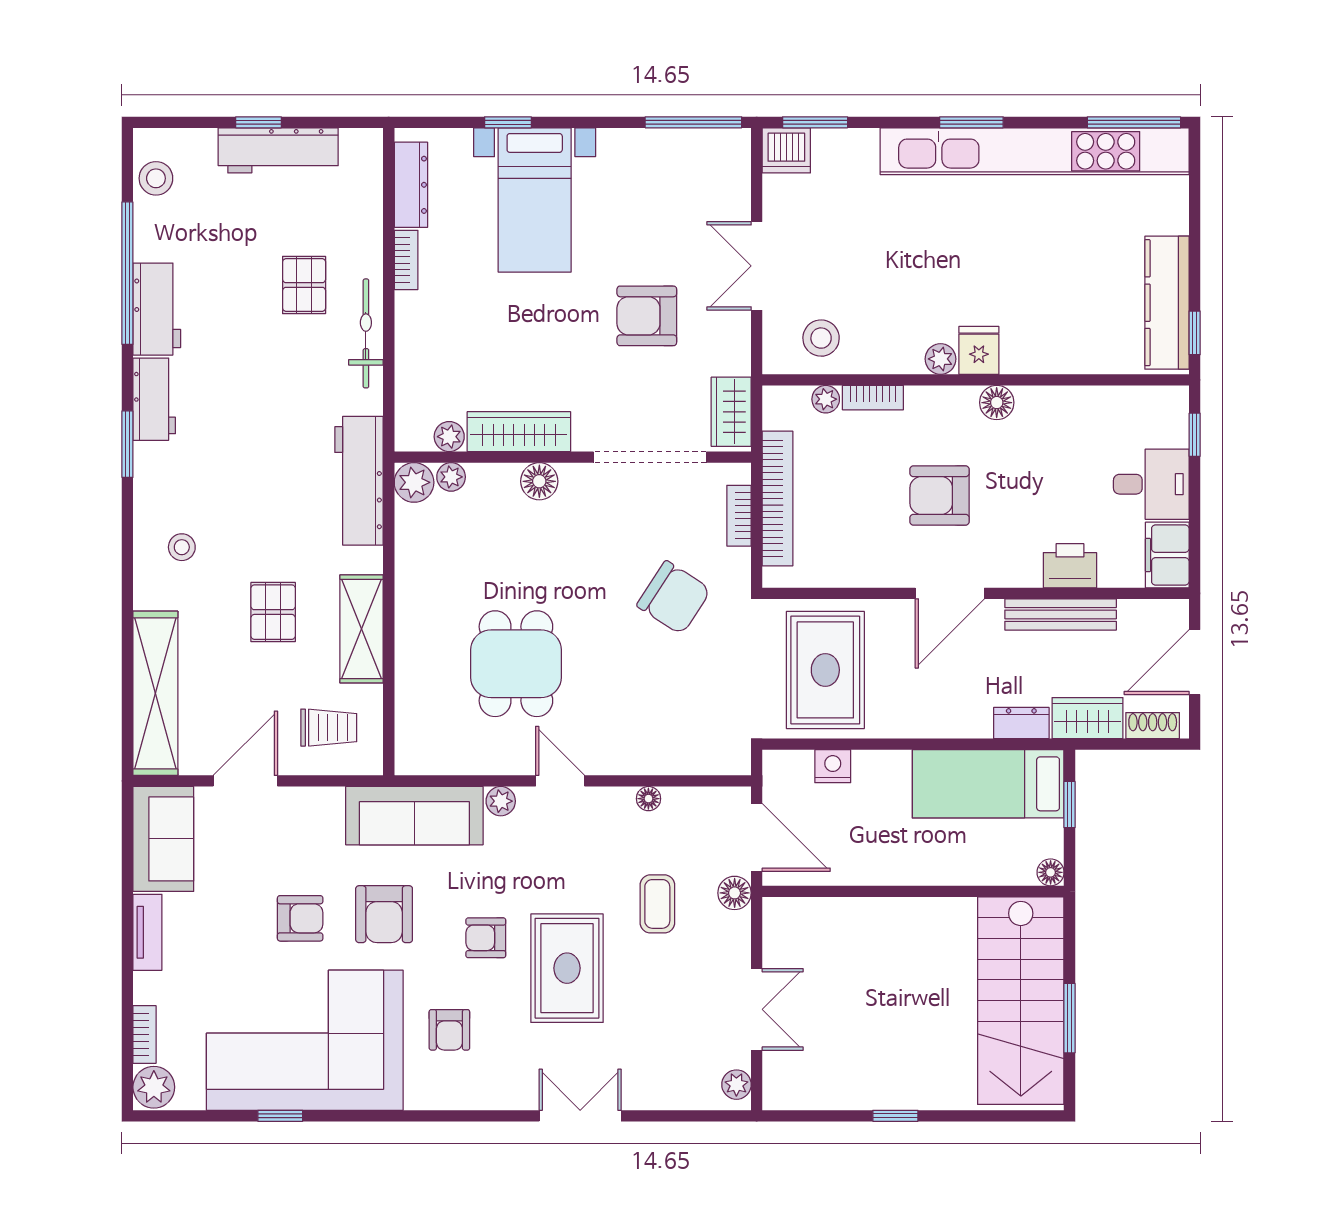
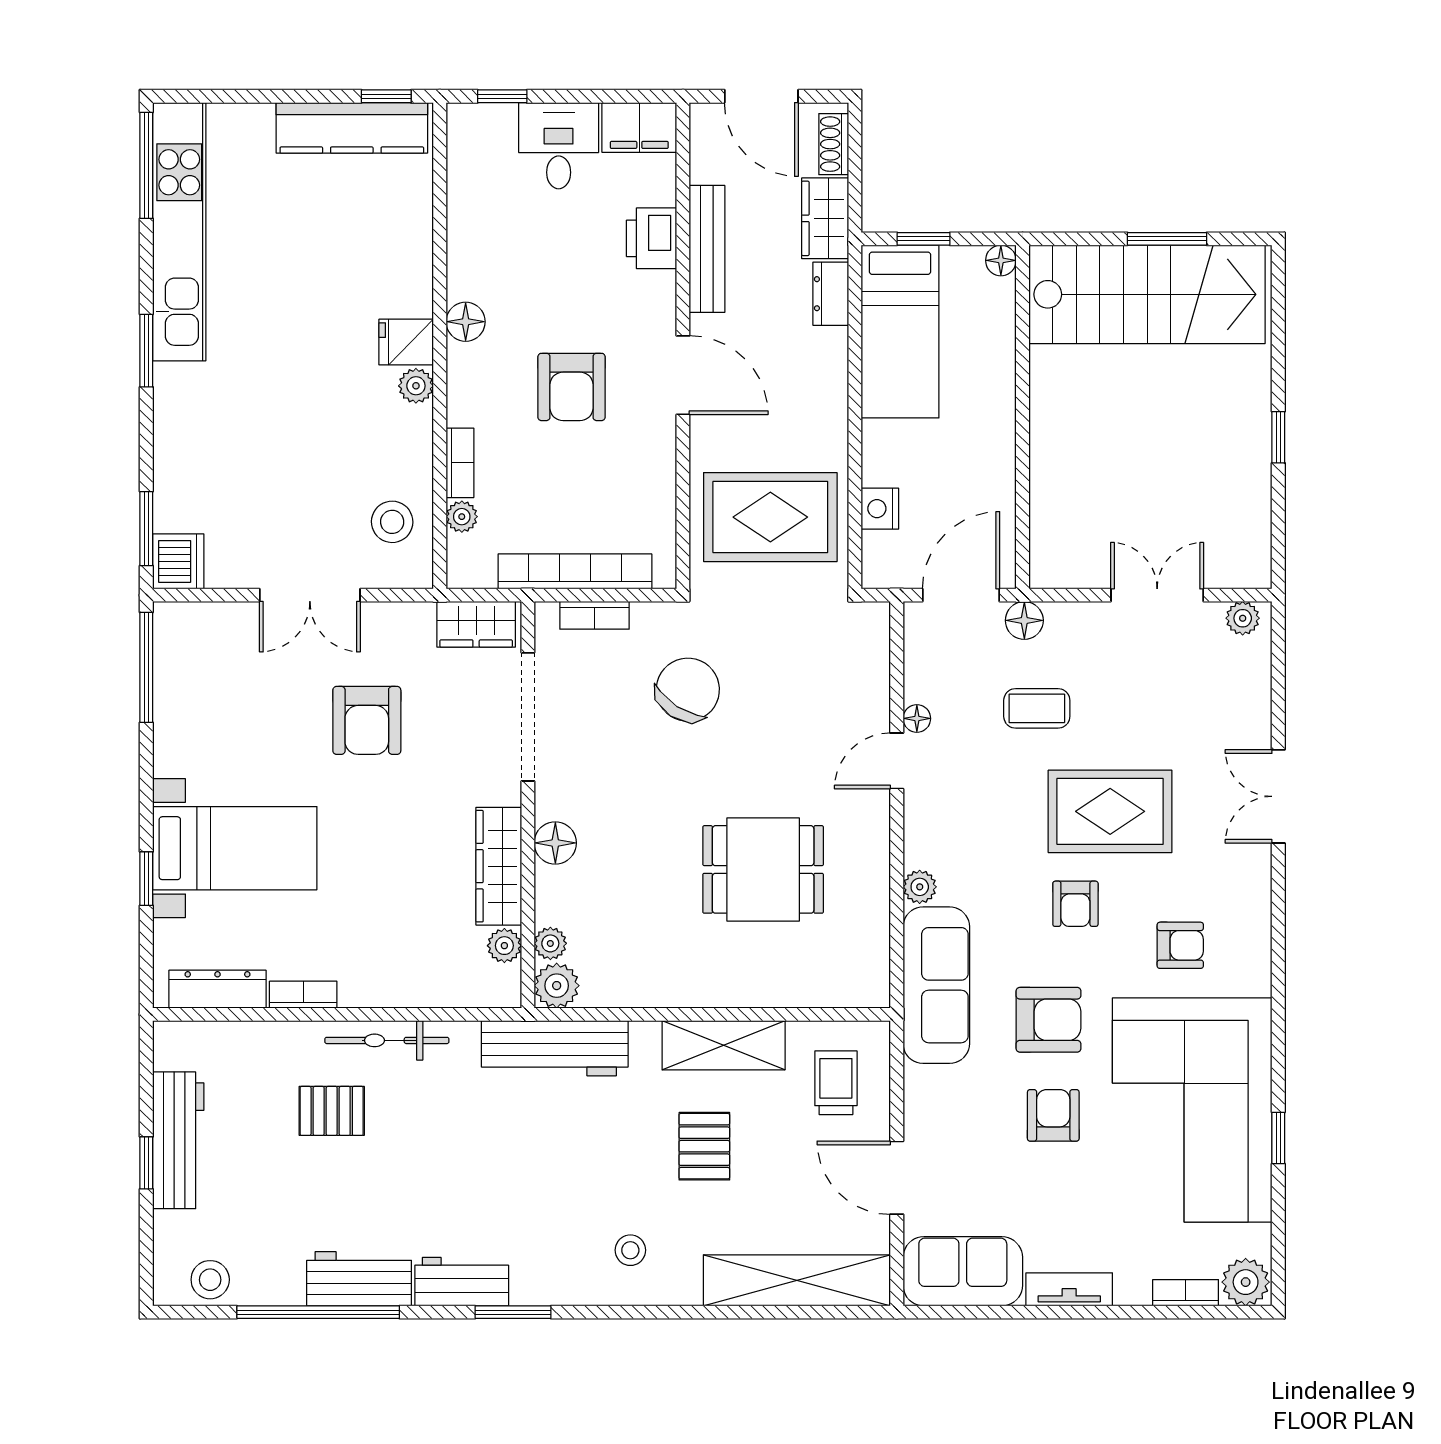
kitchen unit: (1035, 151) -> (179, 232), width x0.73
pallet: (273, 612) -> (704, 1146), turned 90
door: (560, 781) -> (897, 761), moved

